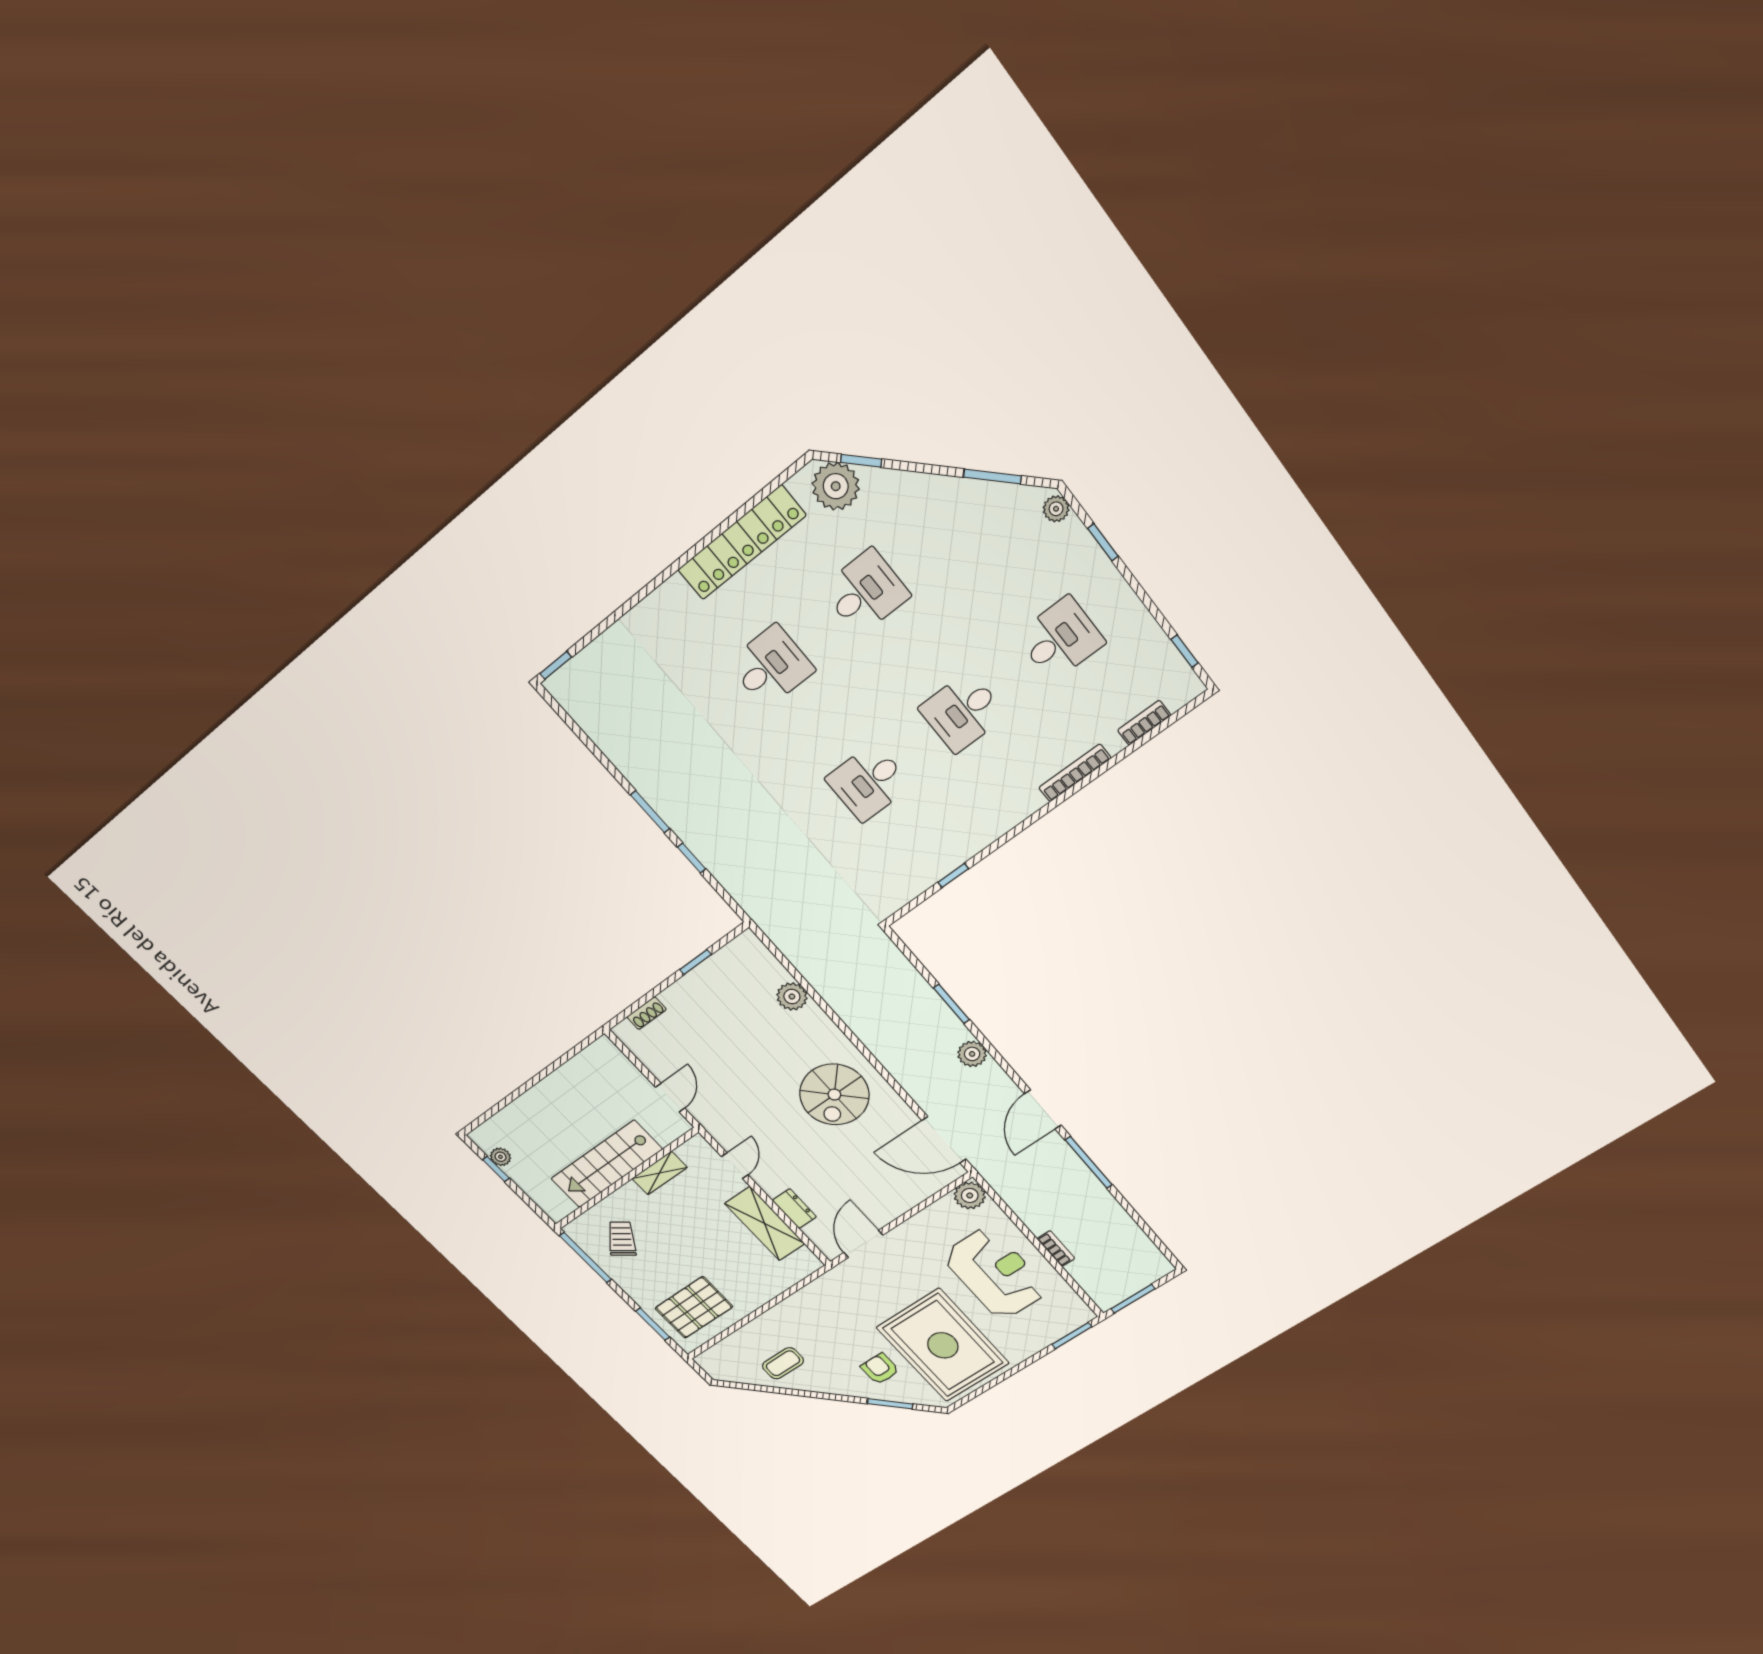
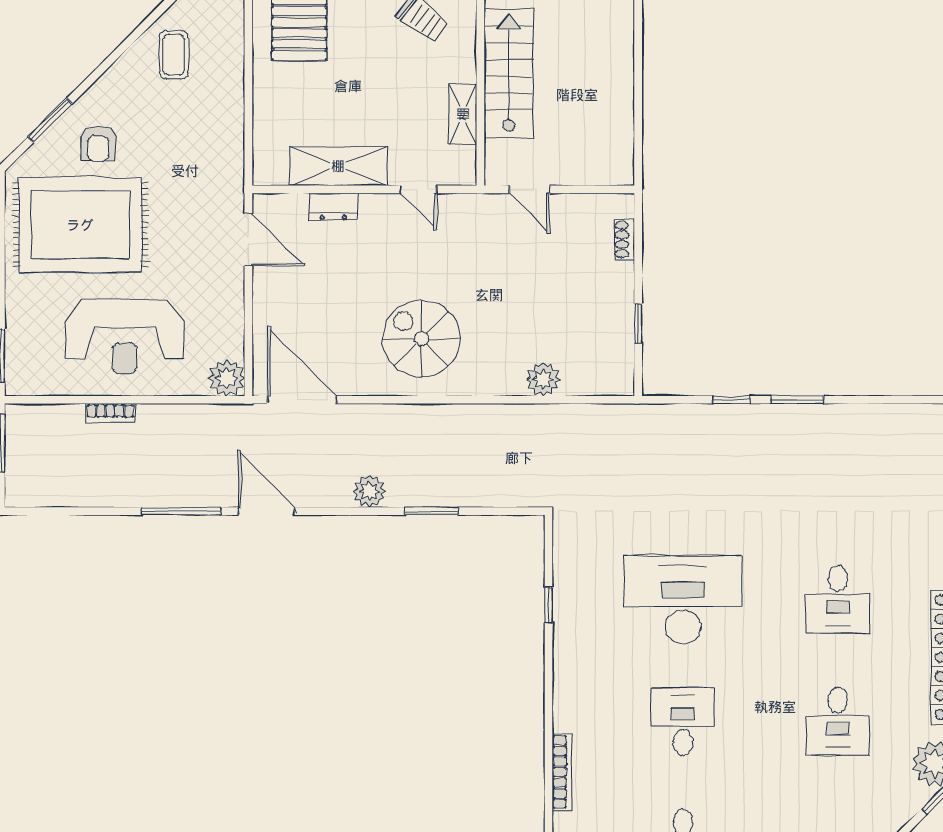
desk: (868, 782) -> (683, 600), width x1.87, depth x1.30
door: (944, 1140) -> (302, 400), hinge flipped
armchair: (880, 1369) -> (98, 143), turned 90

